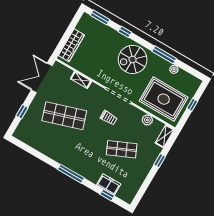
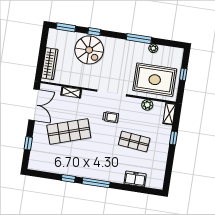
spiral stairs: (133, 59) -> (89, 50), moved, turned -90
double door: (42, 78) -> (34, 105), swing flipped
shop shelf: (122, 149) -> (134, 141), turned 30
window: (107, 195) -> (68, 179), moved

